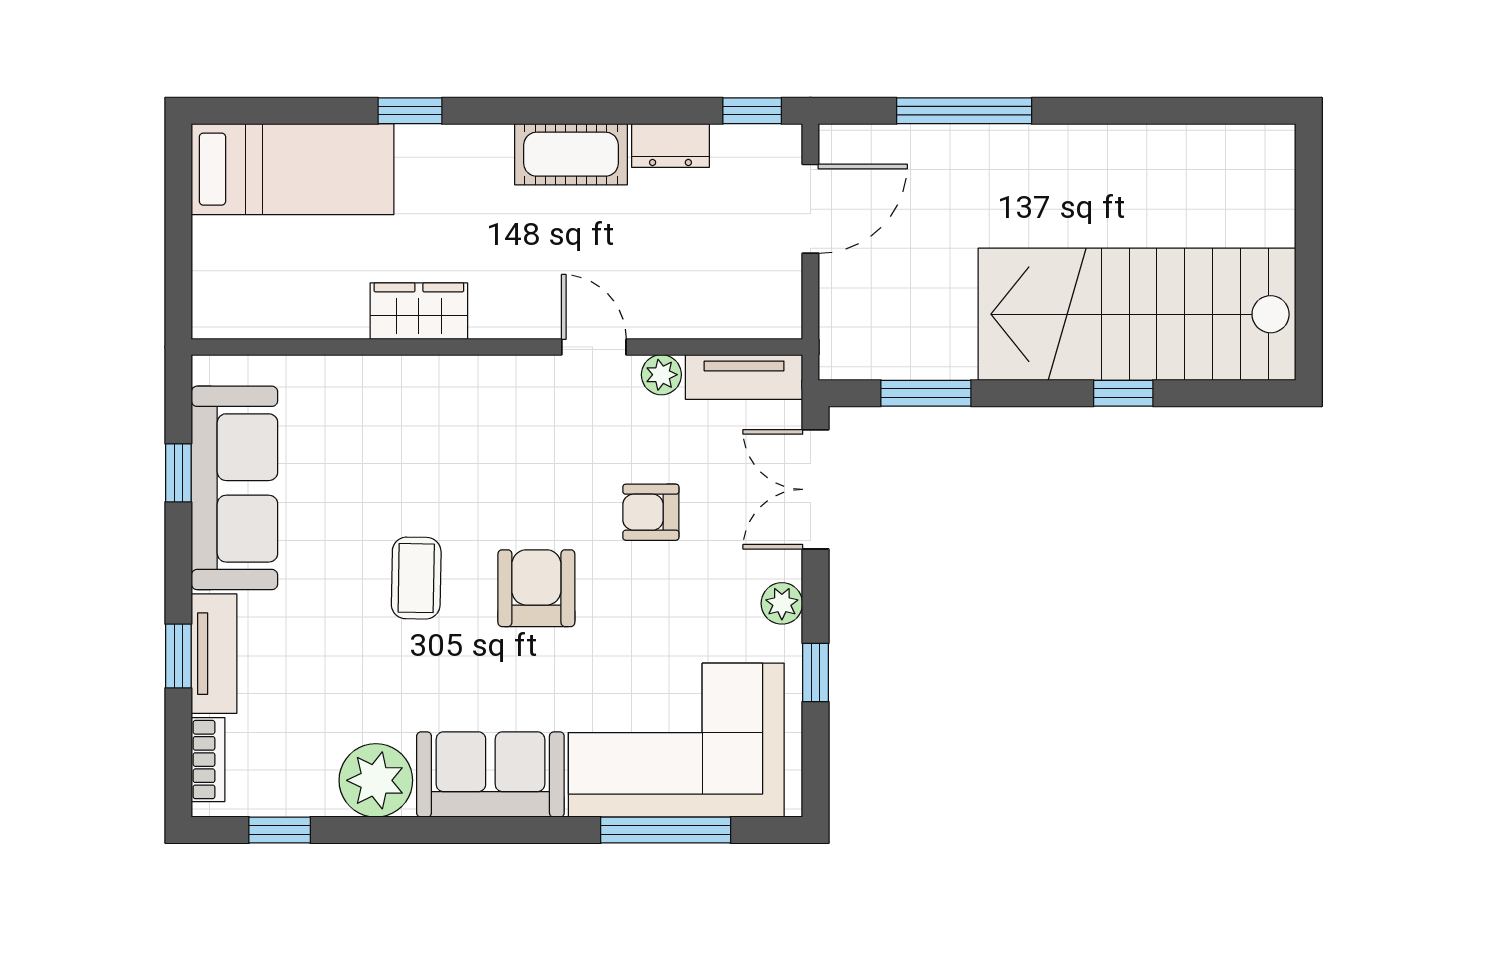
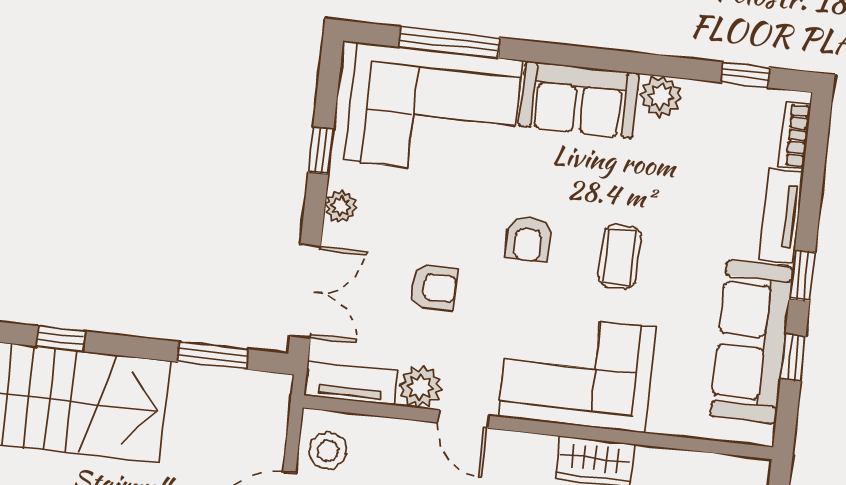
stool: (764, 287) -> (328, 451), added
plant: (661, 375) -> (420, 387), width x1.38, depth x1.38
corner sofa: (454, 423) -> (577, 373), added
armchair: (536, 588) -> (528, 239), width x0.72, depth x0.72
window: (178, 656) -> (802, 275), moved
plant: (376, 780) -> (661, 96), width x0.73, depth x0.73

